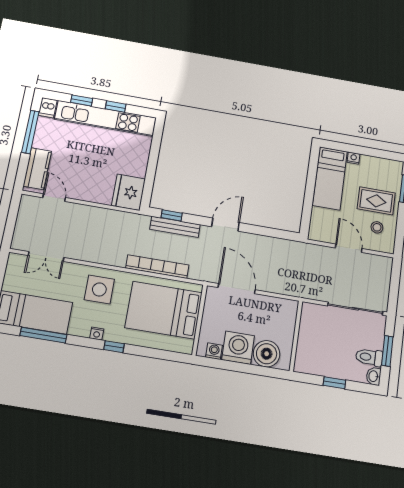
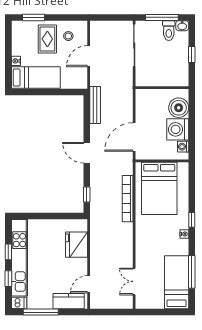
fridge: (128, 192) -> (77, 245), moved, turned 90
bench: (175, 227) -> (95, 105), moved
double door: (46, 257) -> (134, 281), swing flipped
side table: (99, 290) -> (152, 238), removed
window: (387, 351) -> (162, 17), width x1.44

